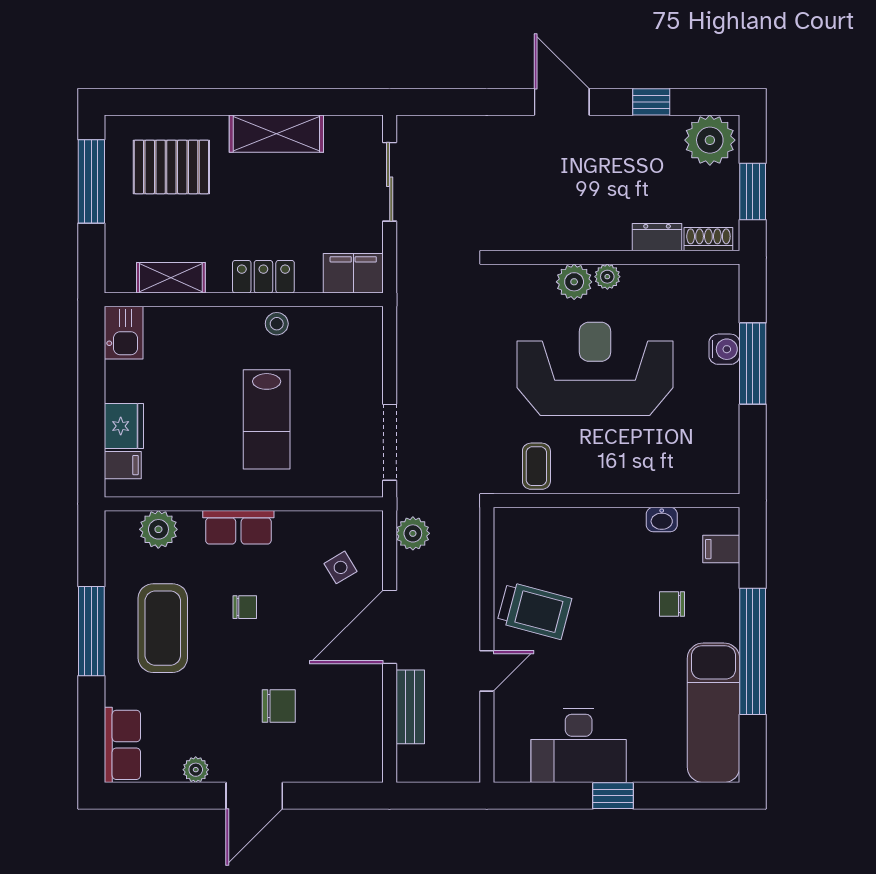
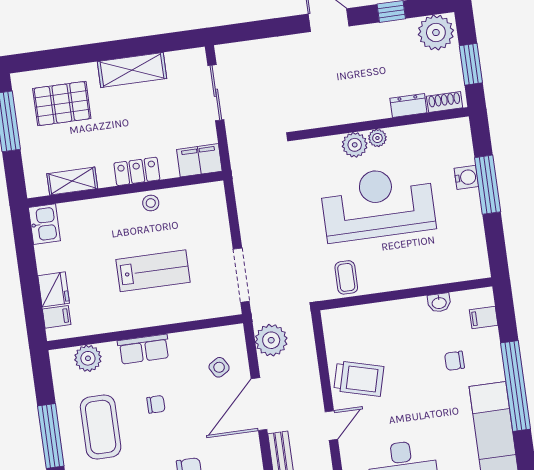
lab bench: (267, 419) -> (153, 271), turned -90
plant: (413, 533) -> (271, 340), width x1.36, depth x1.36

